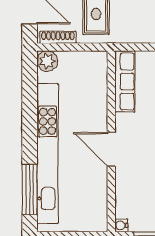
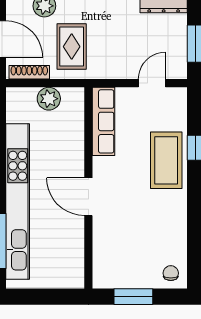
plant: (47, 61) -> (49, 99), moved
water cooler: (121, 225) -> (100, 281), removed

